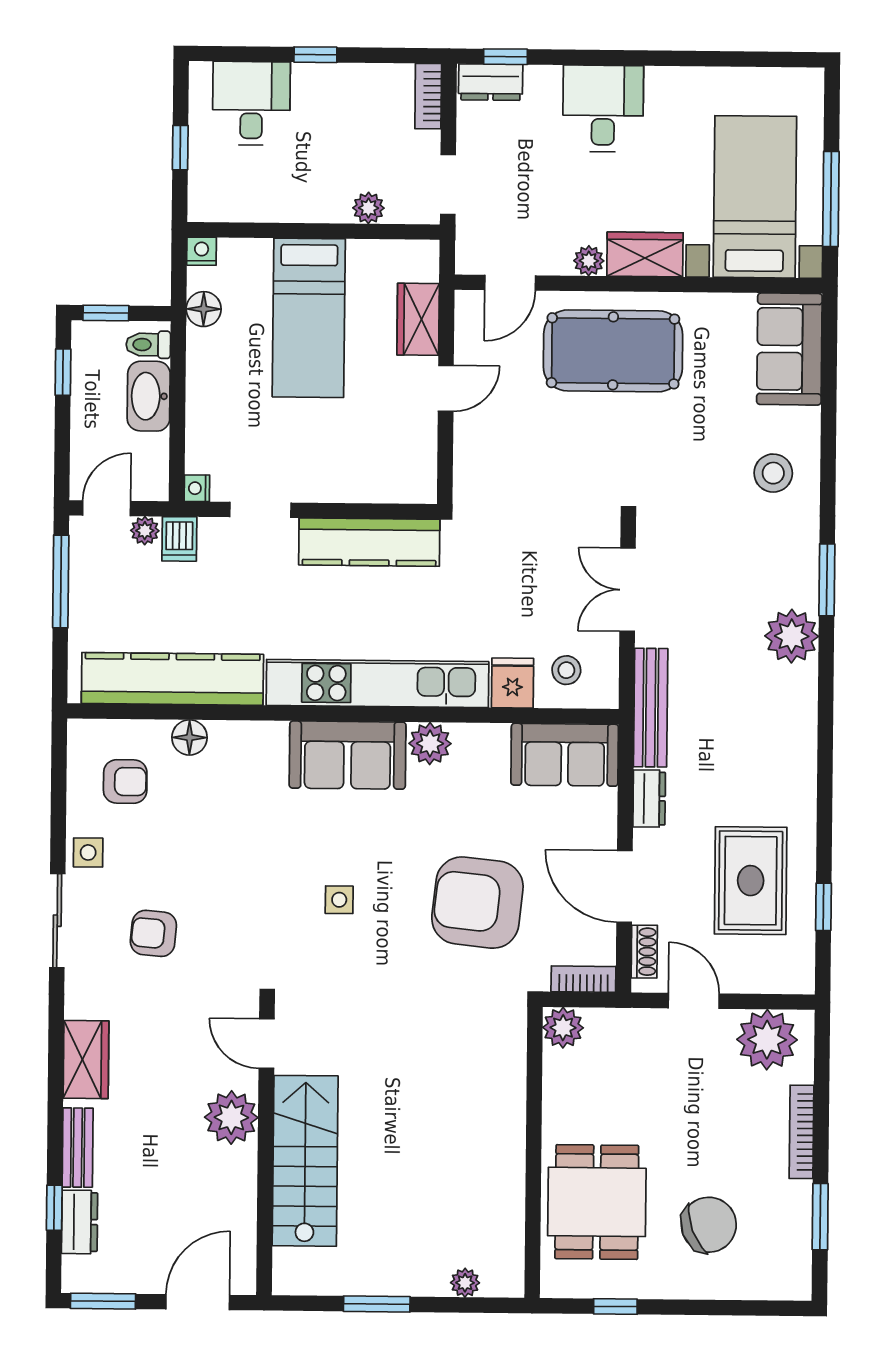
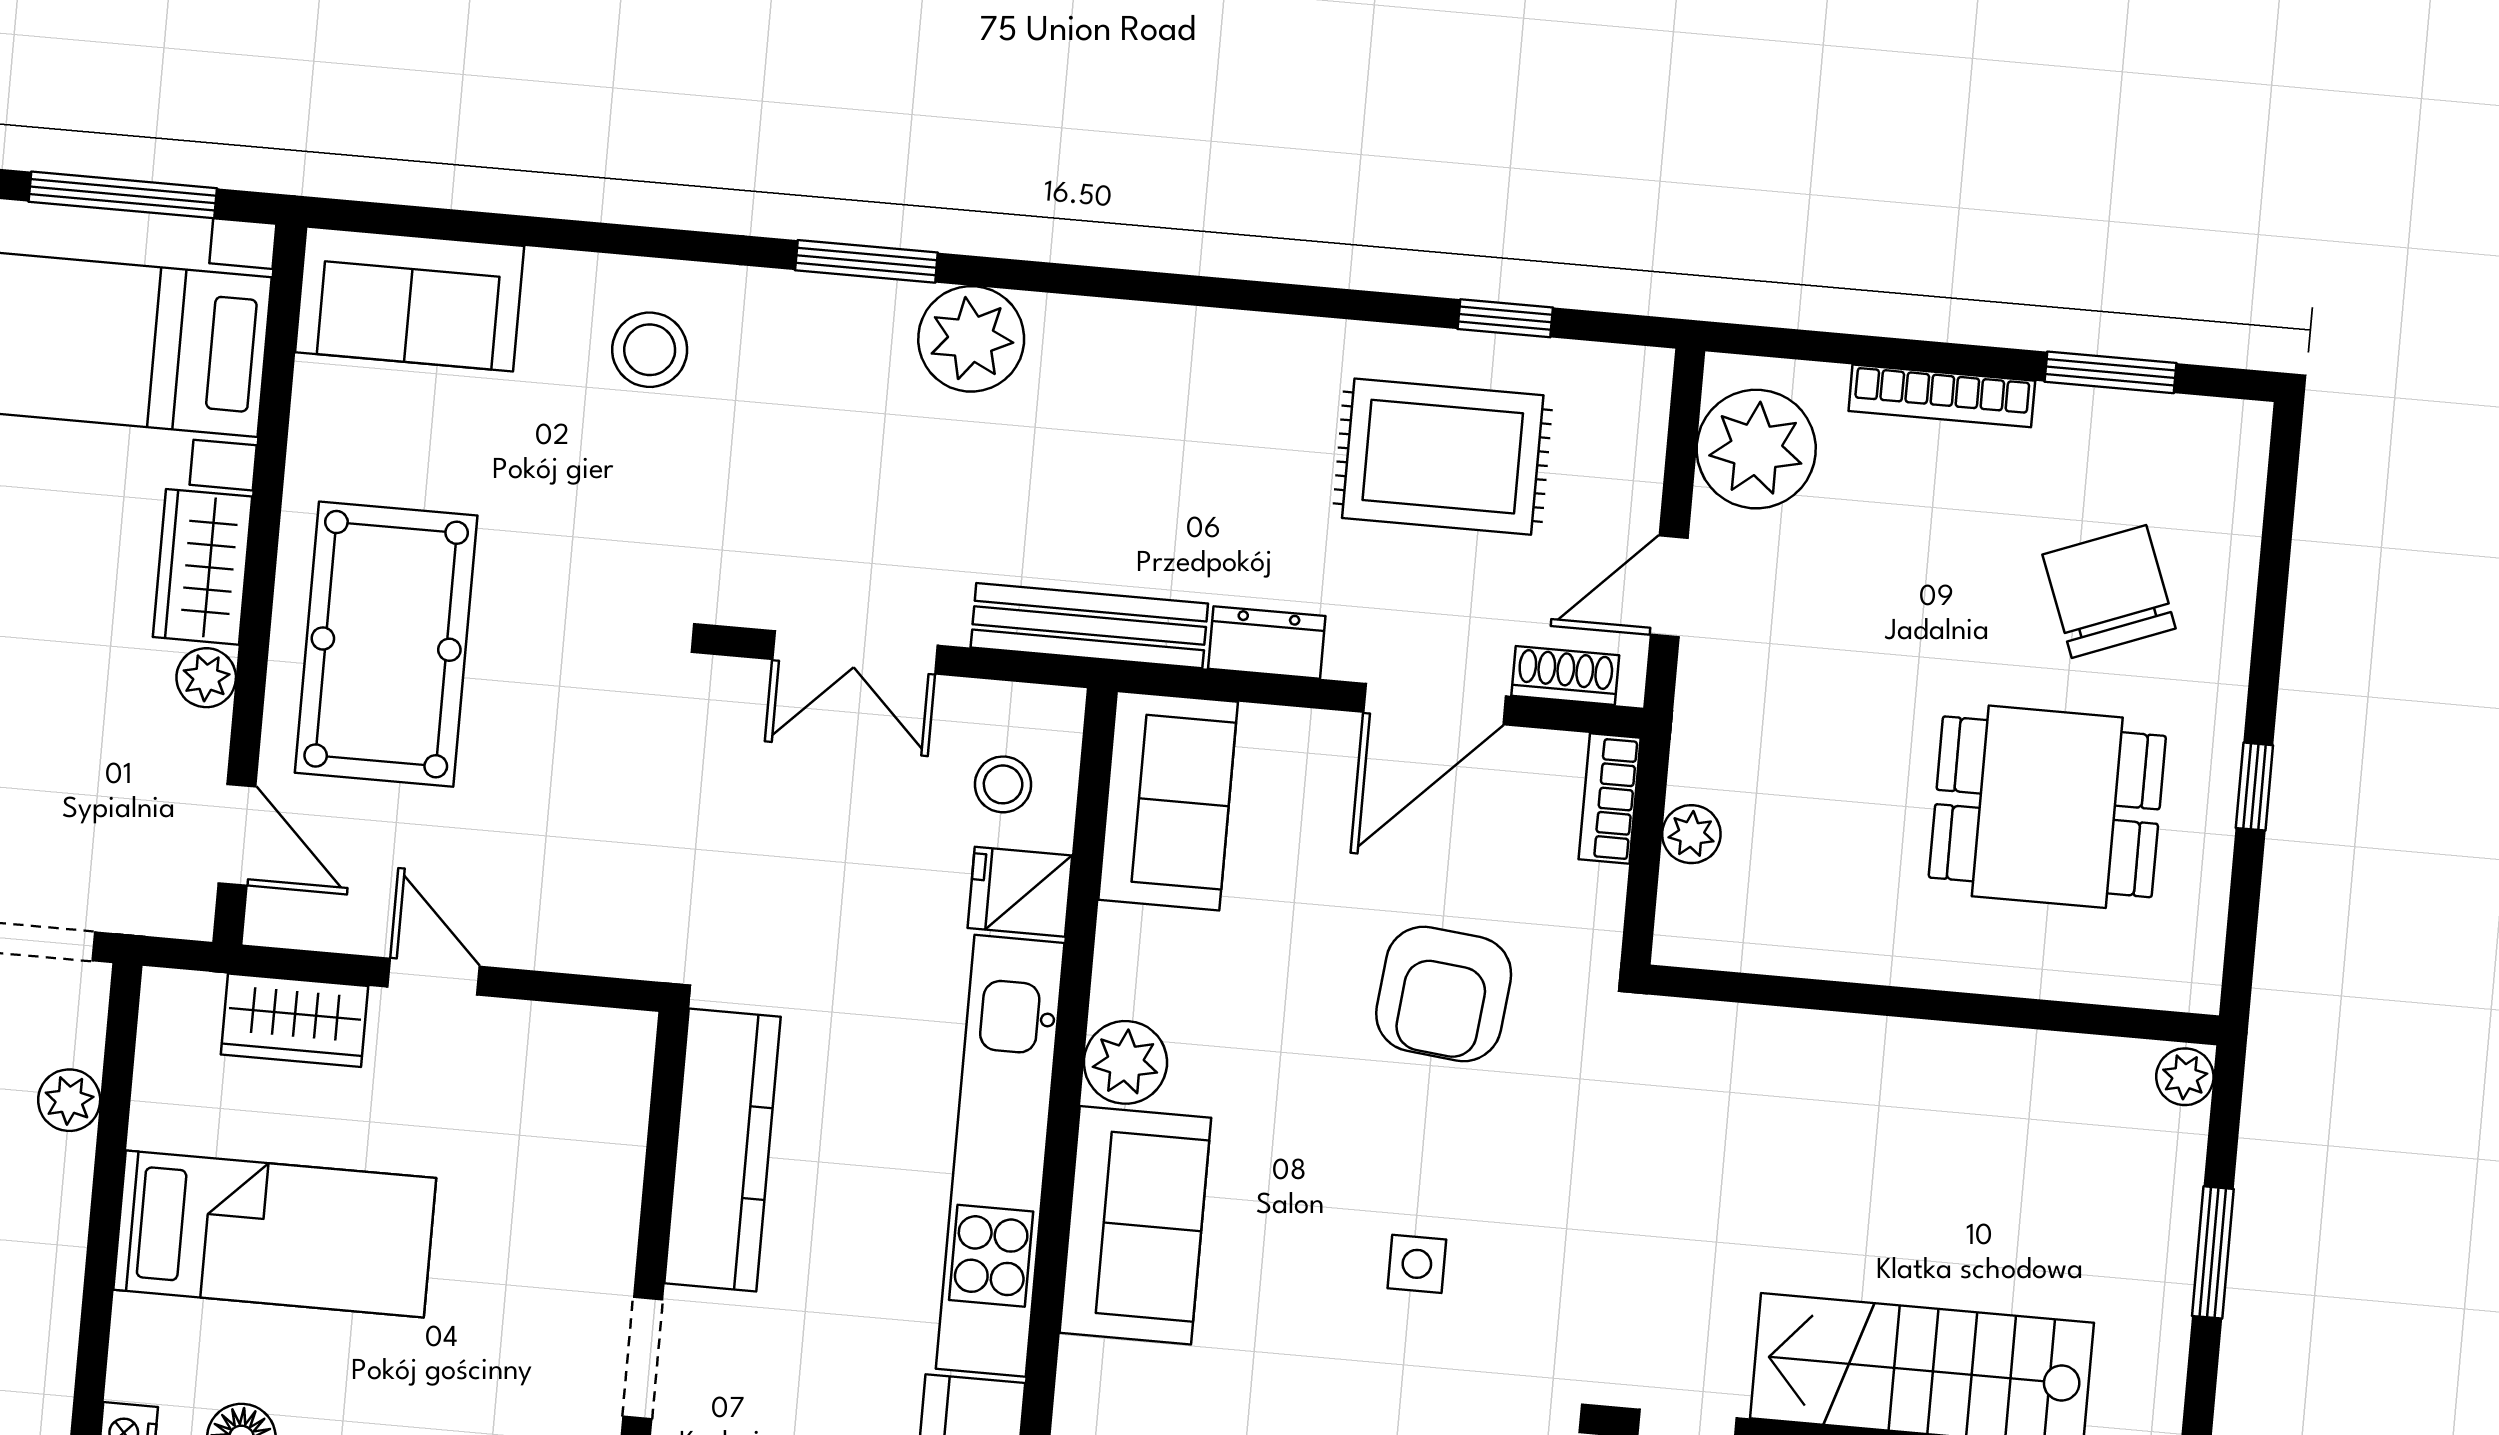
armchair: (477, 903) -> (1444, 994), width x0.73, depth x0.73
plant: (563, 1028) -> (1691, 834), width x0.73, depth x0.73
wall: (534, 1152) -> (1933, 1005), moved

